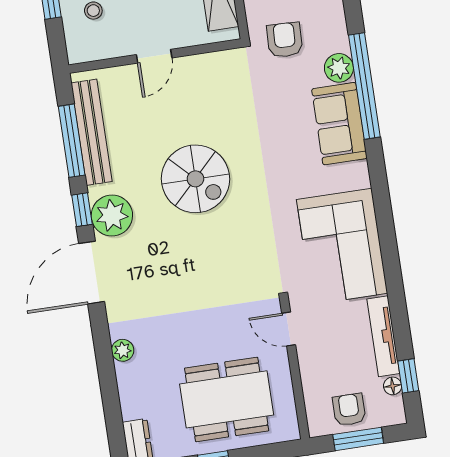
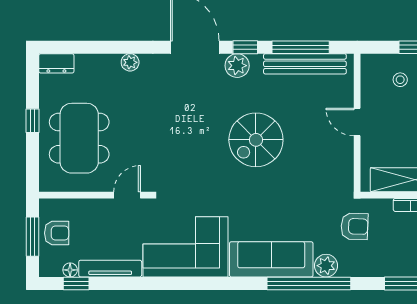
sofa: (339, 124) -> (271, 259), width x1.36
plant: (112, 216) -> (237, 66), width x0.73, depth x0.73

